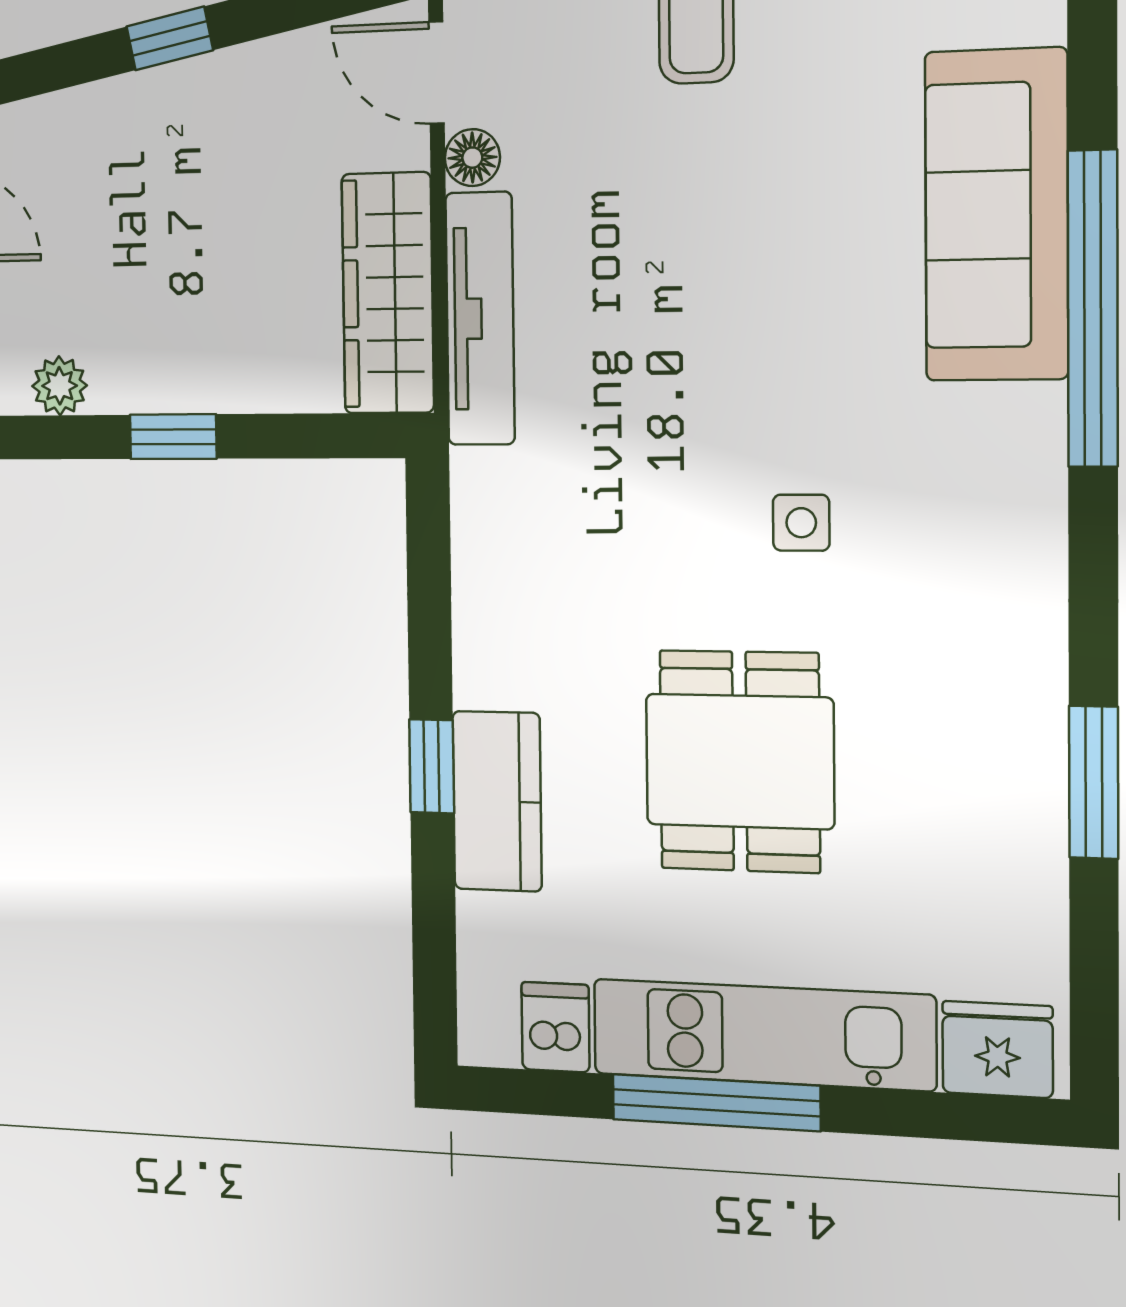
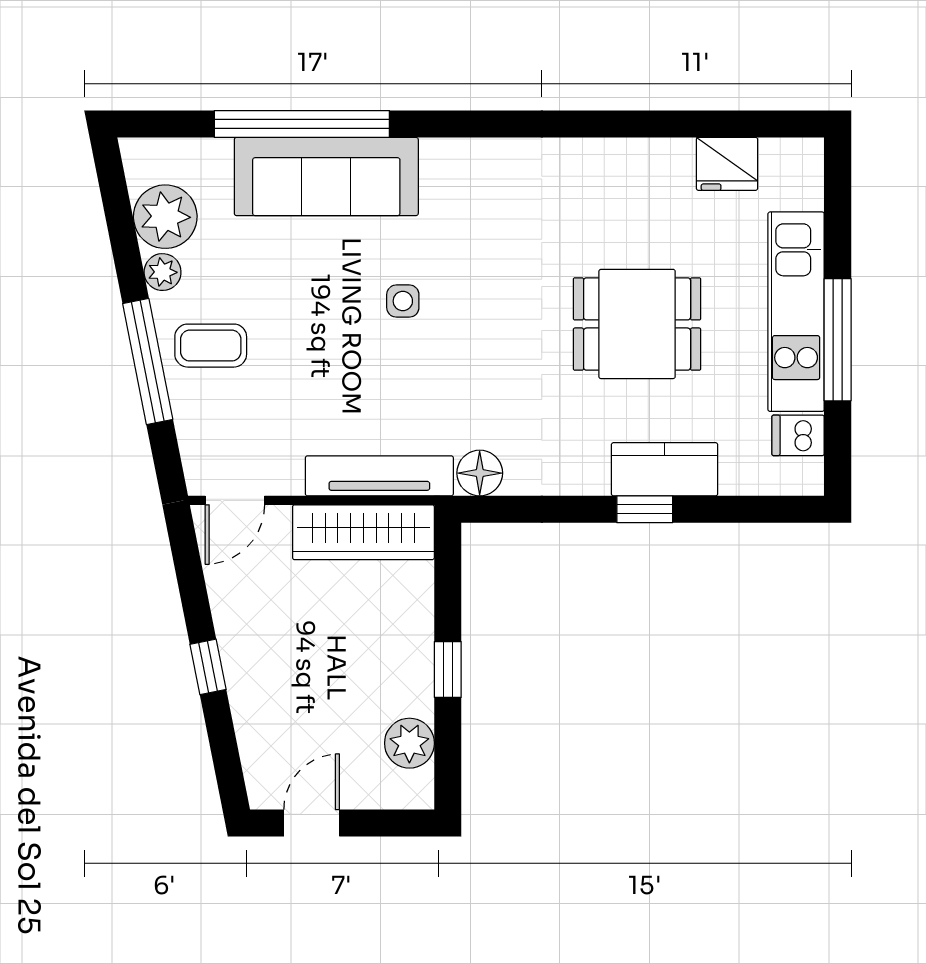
floor lamp: (472, 158) -> (480, 473), moved, width x1.37, depth x1.37
window: (1093, 309) -> (302, 124), moved
plant: (60, 386) -> (409, 743), width x1.38, depth x1.38
side table: (801, 523) -> (403, 301), moved
window: (1094, 782) -> (644, 124), removed
fridge: (997, 1049) -> (727, 164), moved, turned -90

